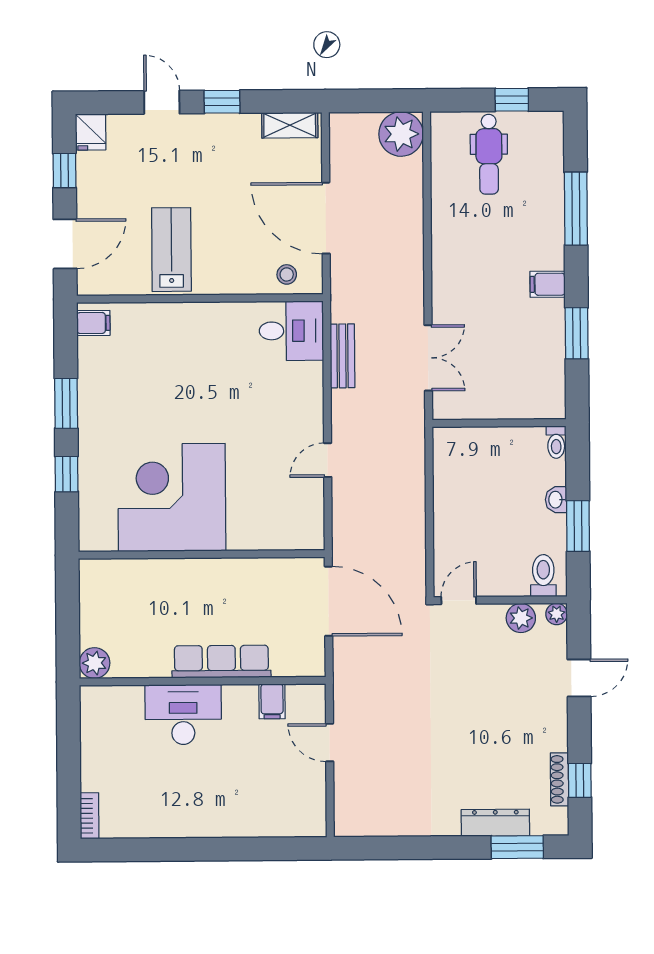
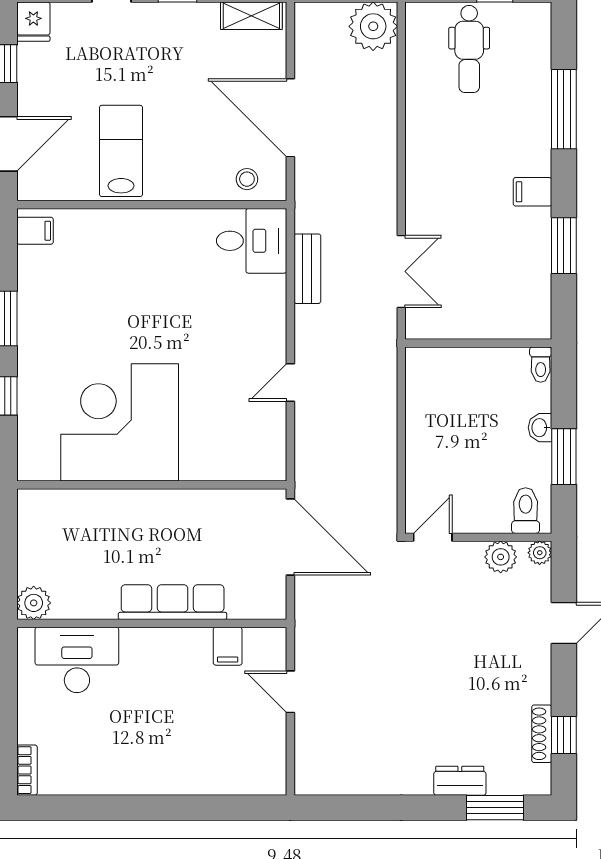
desk: (183, 714) -> (77, 660), moved
dresser: (495, 823) -> (460, 781), width x0.70

